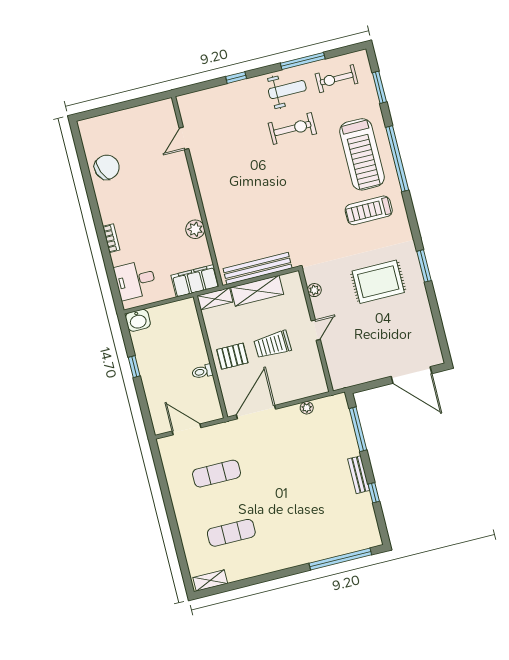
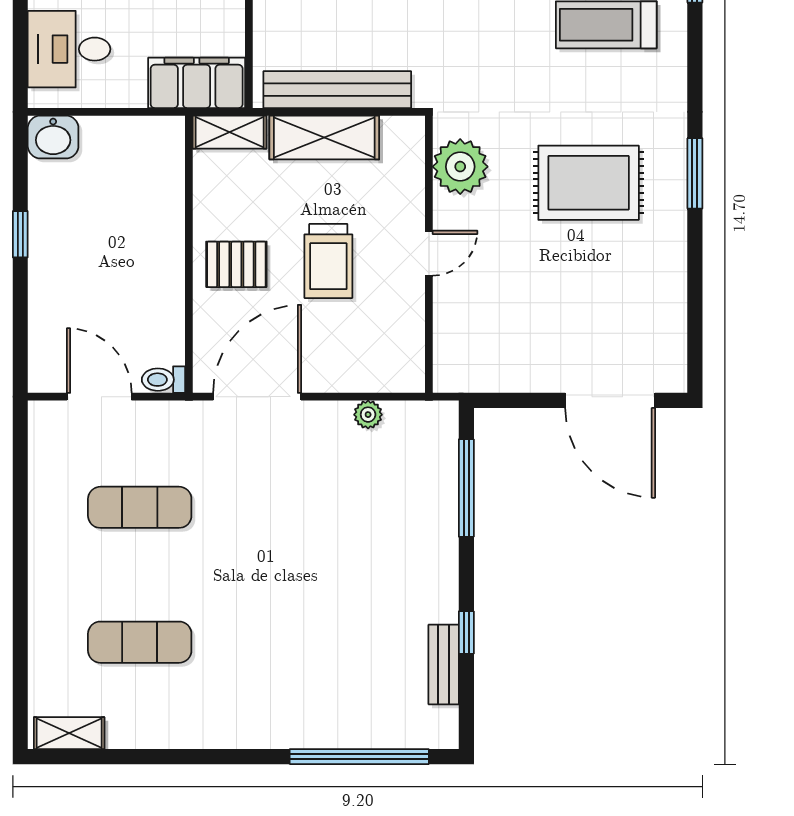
plant: (314, 290) -> (460, 167), width x1.88, depth x1.88
trolley: (272, 345) -> (328, 261), turned -88
toilet: (202, 372) -> (163, 380), moved
bench: (359, 475) -> (444, 664), moved

